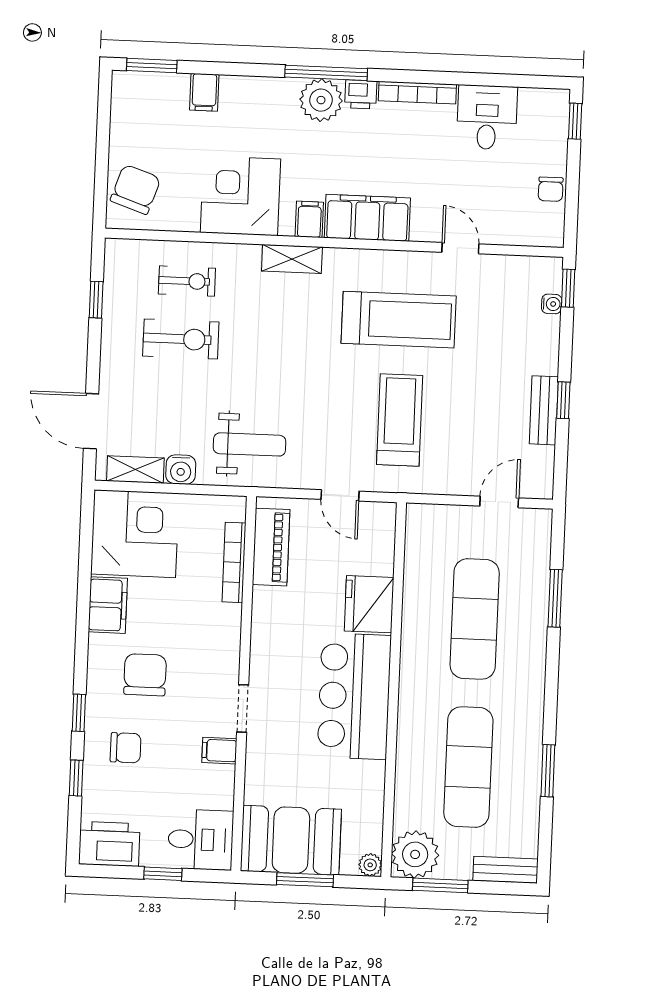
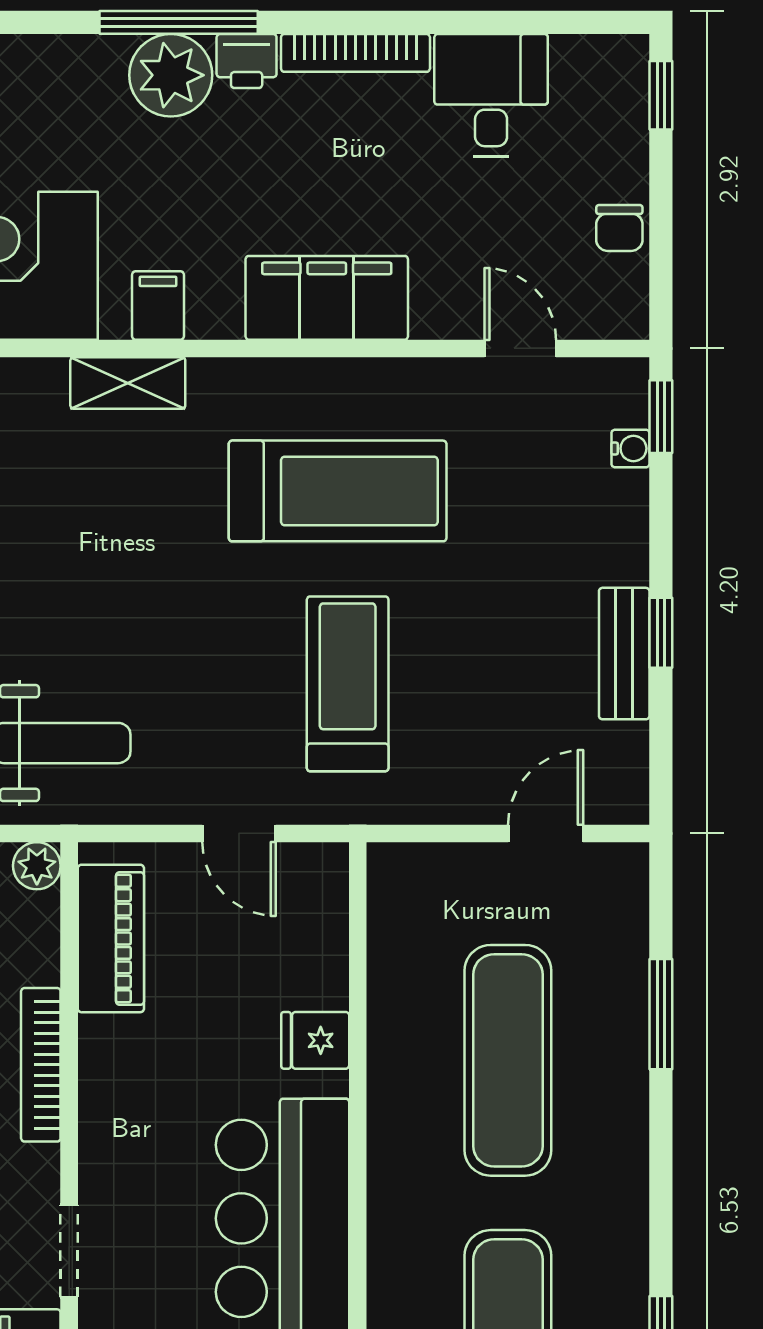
filing cabinet: (367, 218) -> (327, 298), moved
door: (460, 248) -> (520, 348), moved
plant: (234, 508) -> (37, 866), added
bookcase: (234, 562) -> (41, 1065), moved
fridge: (369, 604) -> (315, 1040), width x0.53, depth x0.75

